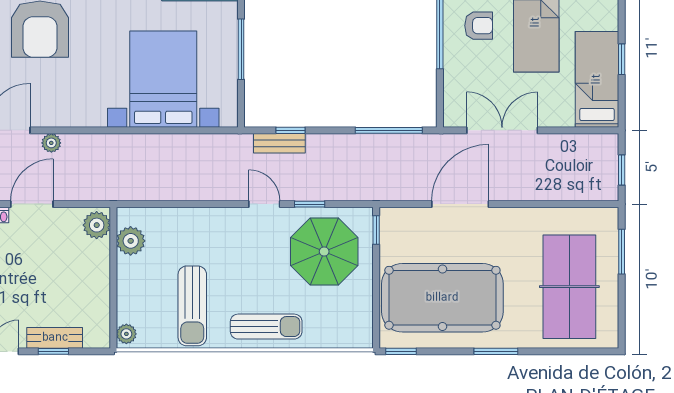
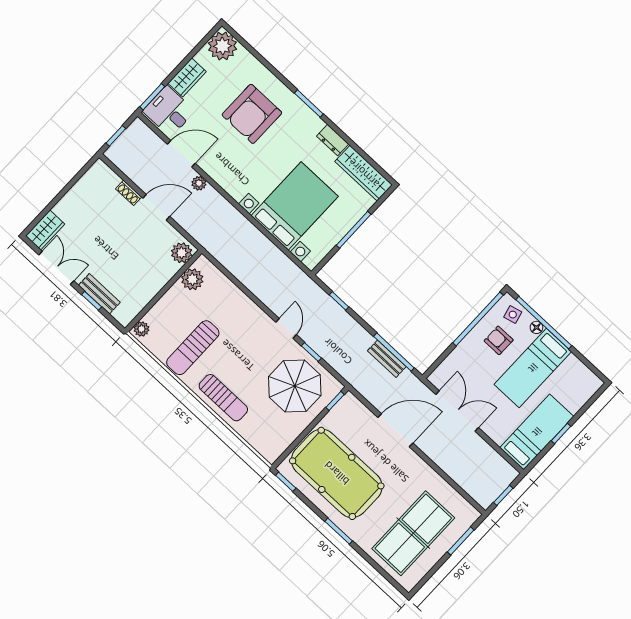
armchair: (479, 26) -> (499, 340), turned 180
bench: (279, 143) -> (387, 359), moved

